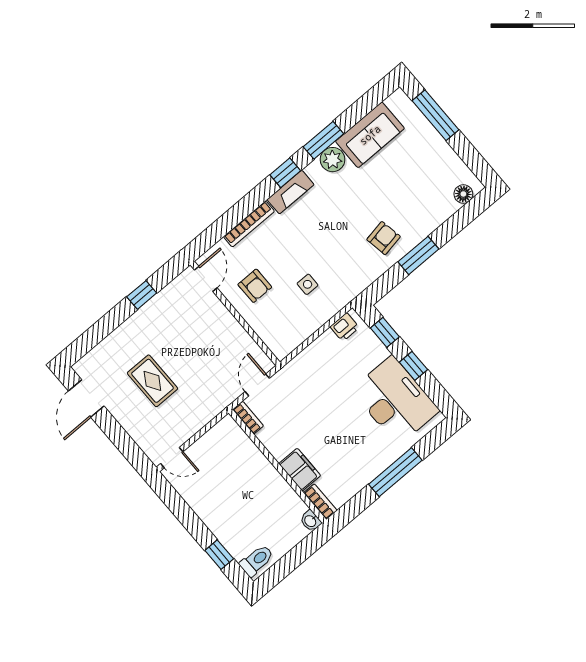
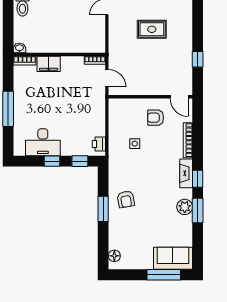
sofa: (370, 135) -> (173, 258), moved, turned 90
desk: (395, 400) -> (43, 142), width x0.73, depth x0.77

